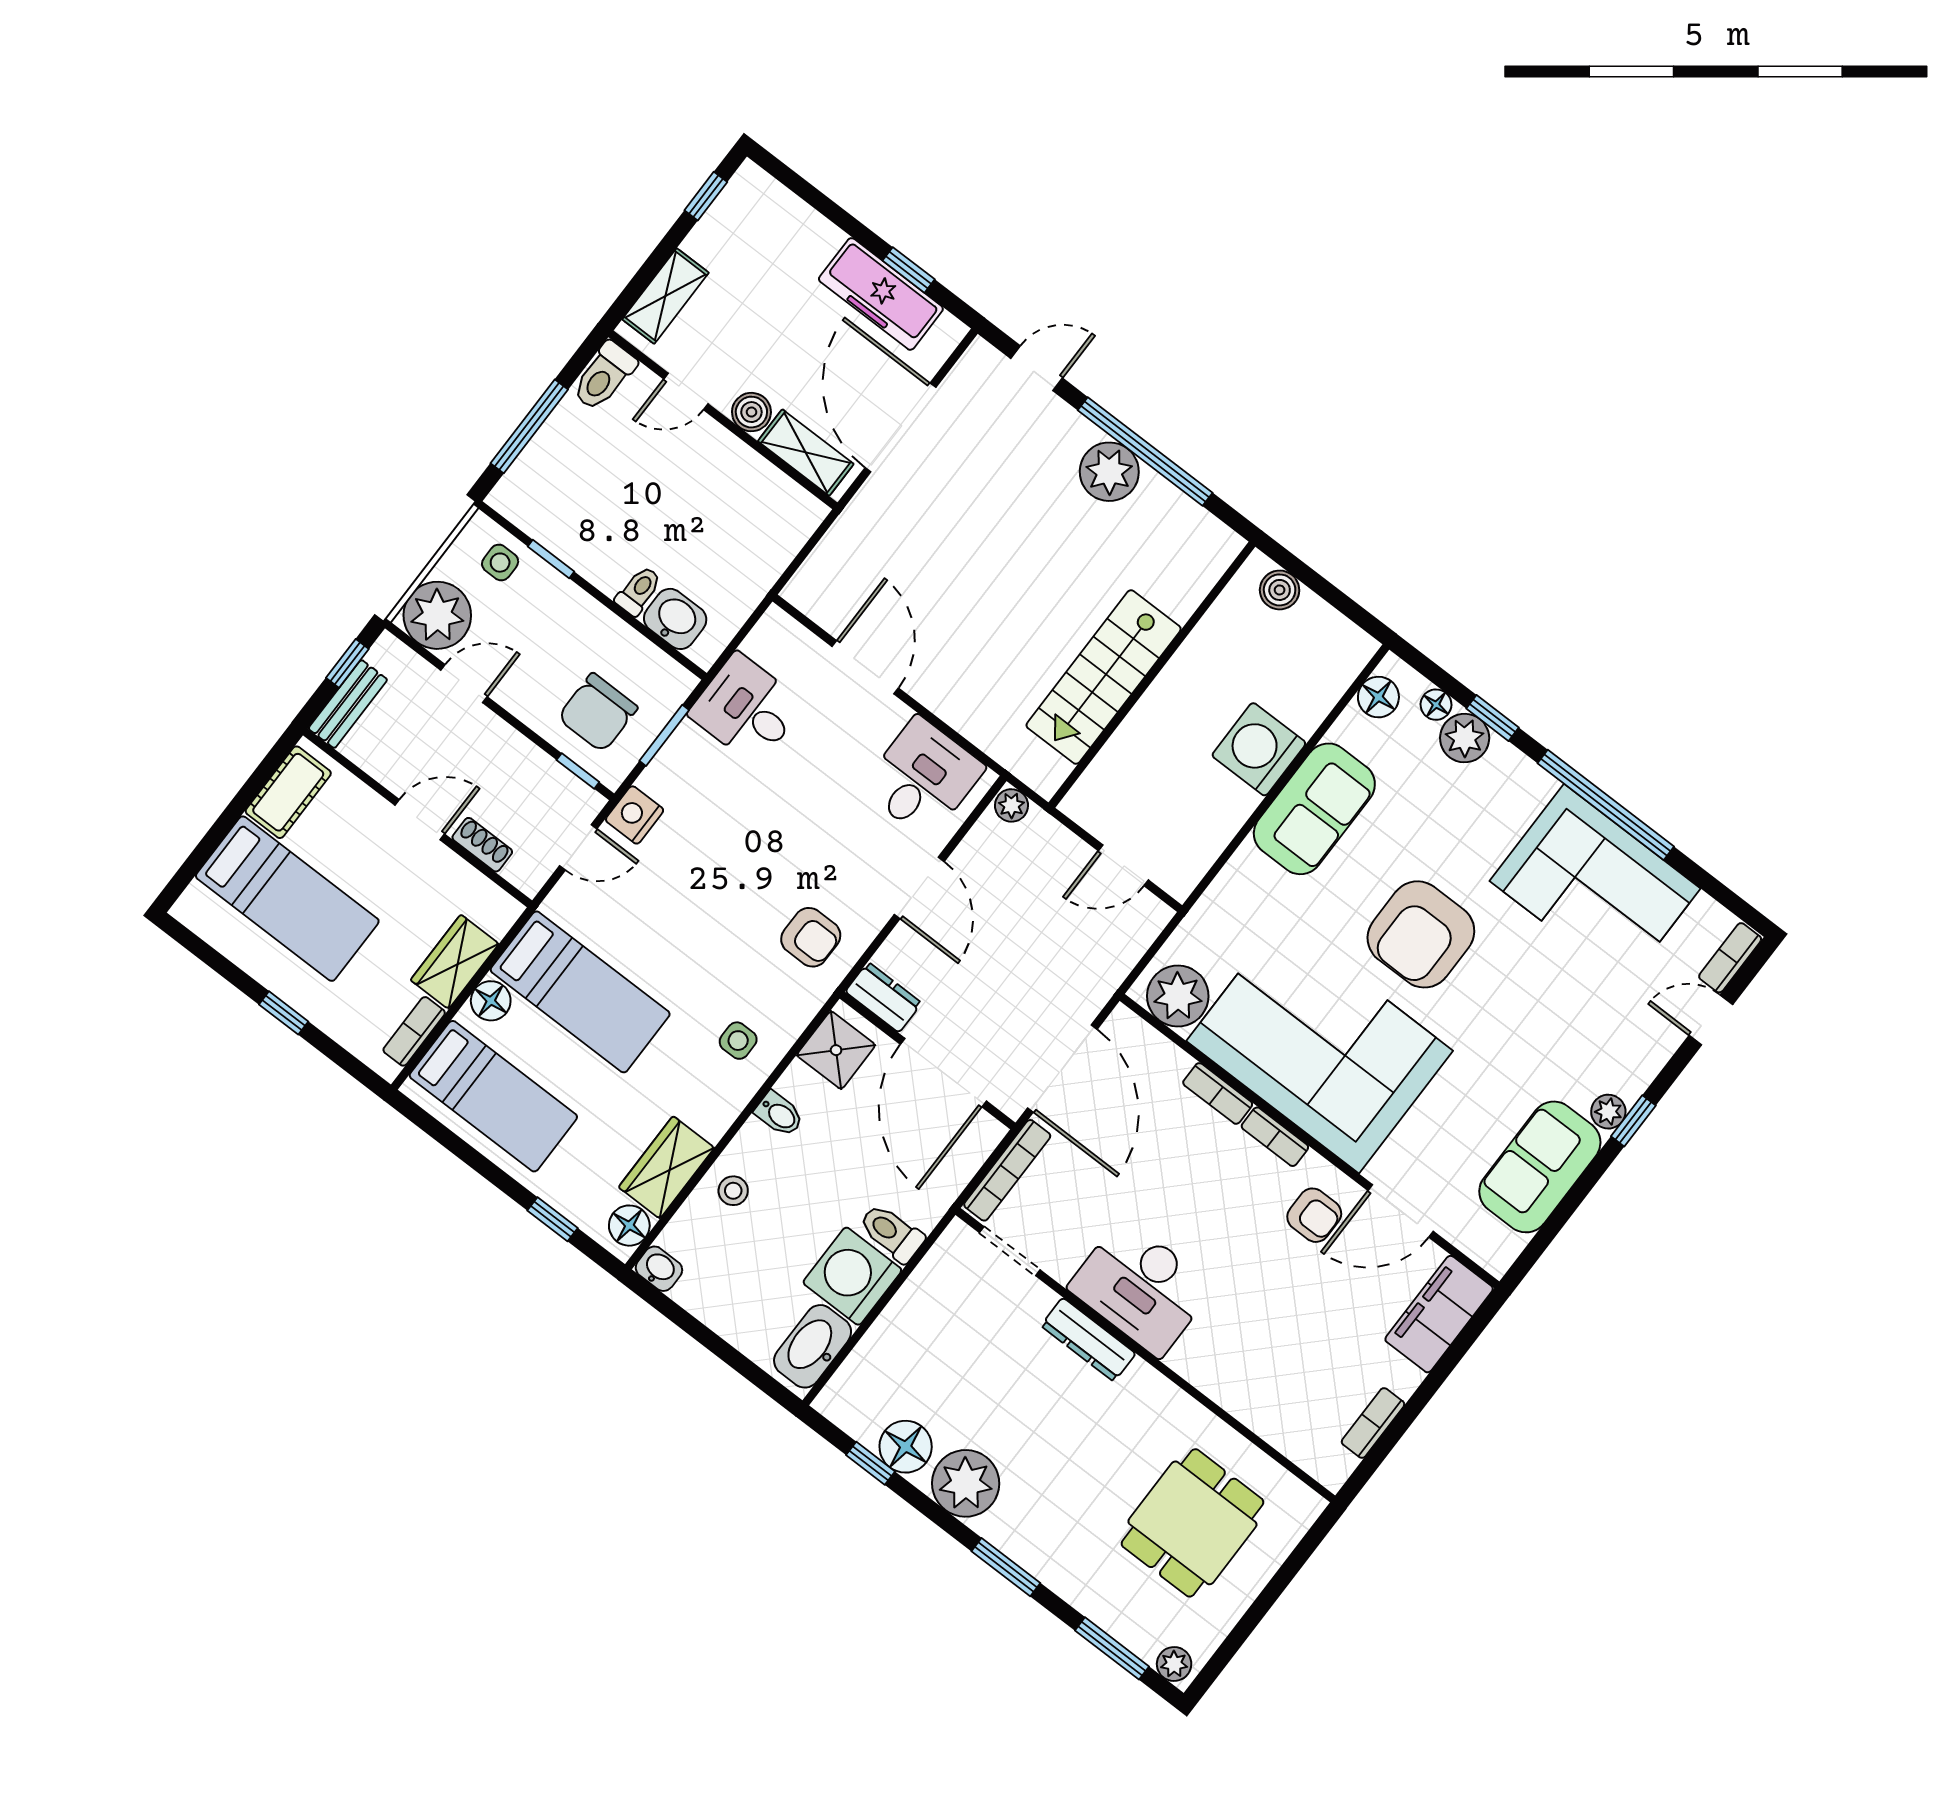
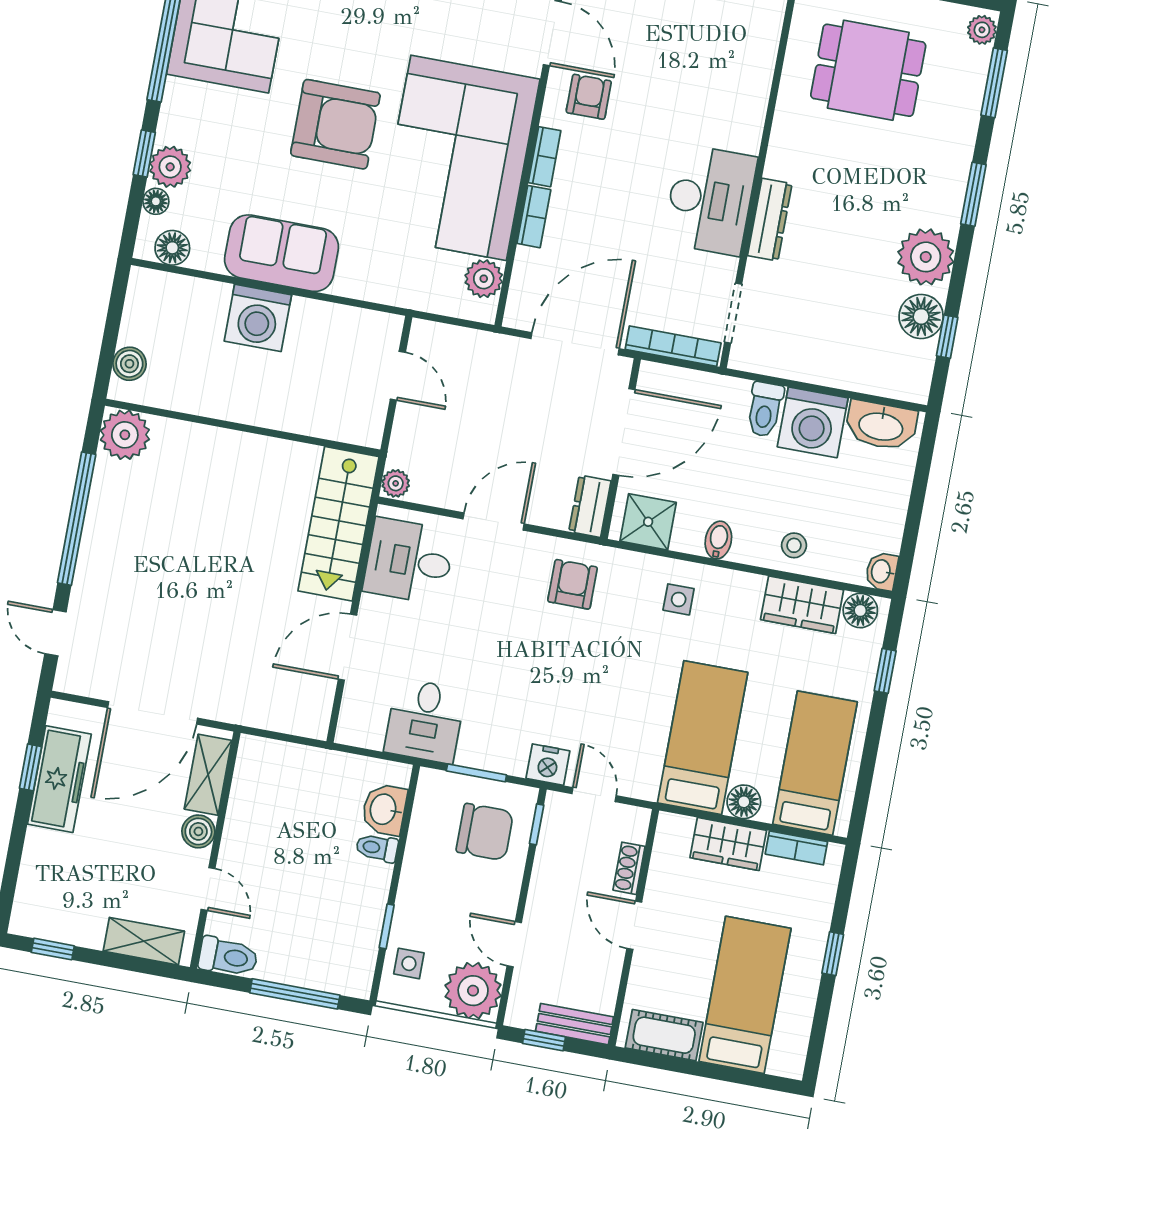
plant: (1109, 472) -> (125, 435), moved
stairs: (1104, 677) -> (339, 524), moved, turned 90
plant: (1178, 996) -> (484, 279), width x0.73, depth x0.73

